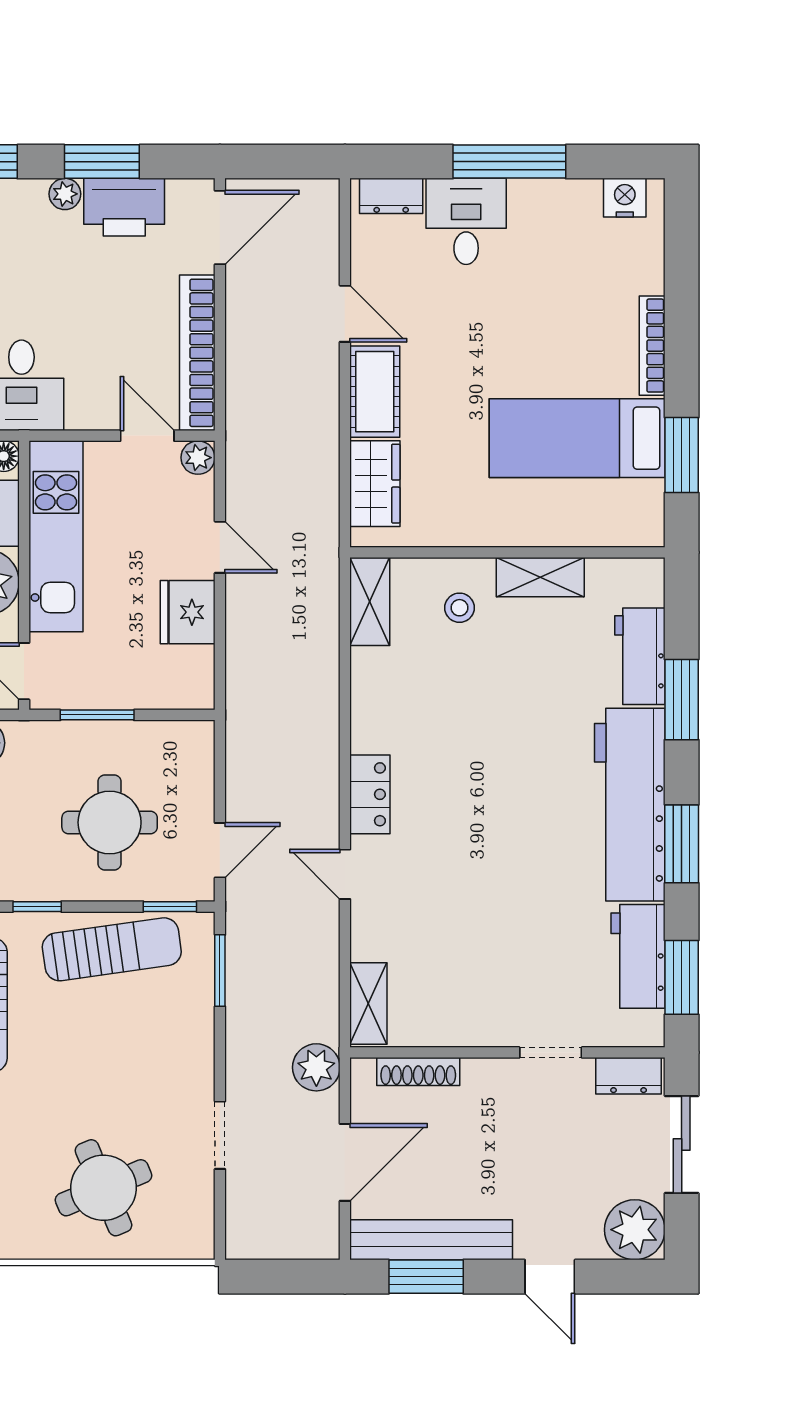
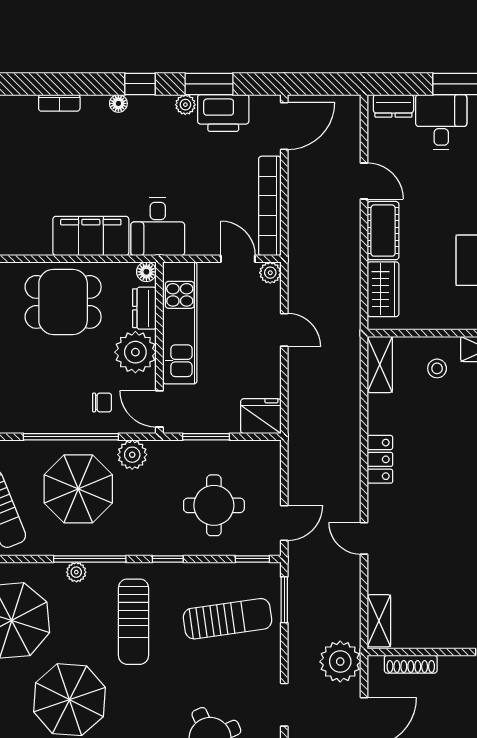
fridge: (188, 612) -> (261, 416), moved, turned 90
locker: (370, 794) -> (380, 459), moved
sun lounger: (112, 949) -> (227, 619), moved
plant: (316, 1067) -> (340, 662), width x1.36, depth x1.36

